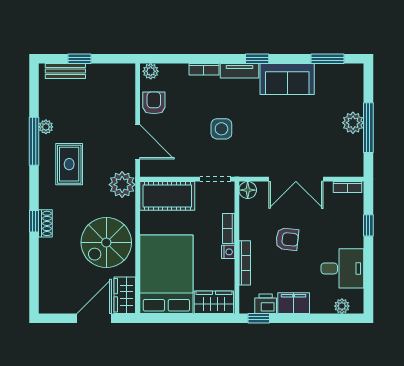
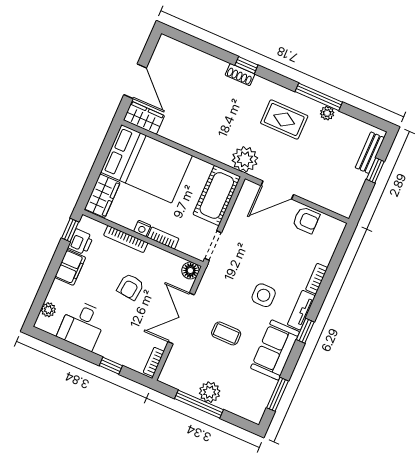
plant: (151, 71) -> (336, 230), removed
side table: (221, 129) -> (264, 295), moved
coffee table: (292, 131) -> (226, 333), added
spiral stairs: (106, 243) -> (199, 122), removed

